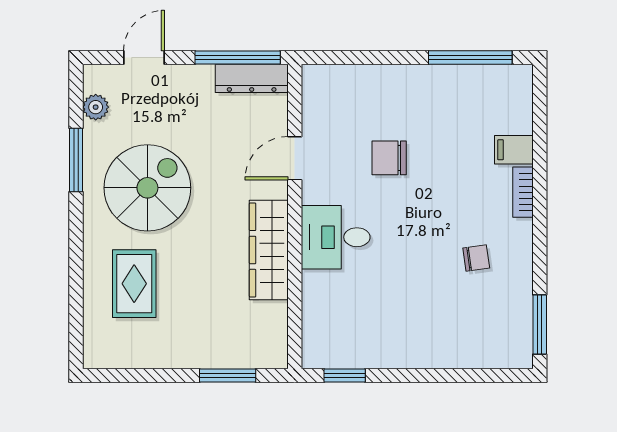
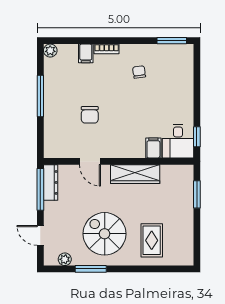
window: (470, 58) -> (40, 96), moved
plant: (520, 78) -> (50, 51), added
desk: (336, 237) -> (178, 141), moved
rug: (134, 284) -> (152, 240), turned 90
filing cabinet: (322, 287) -> (153, 148), added

